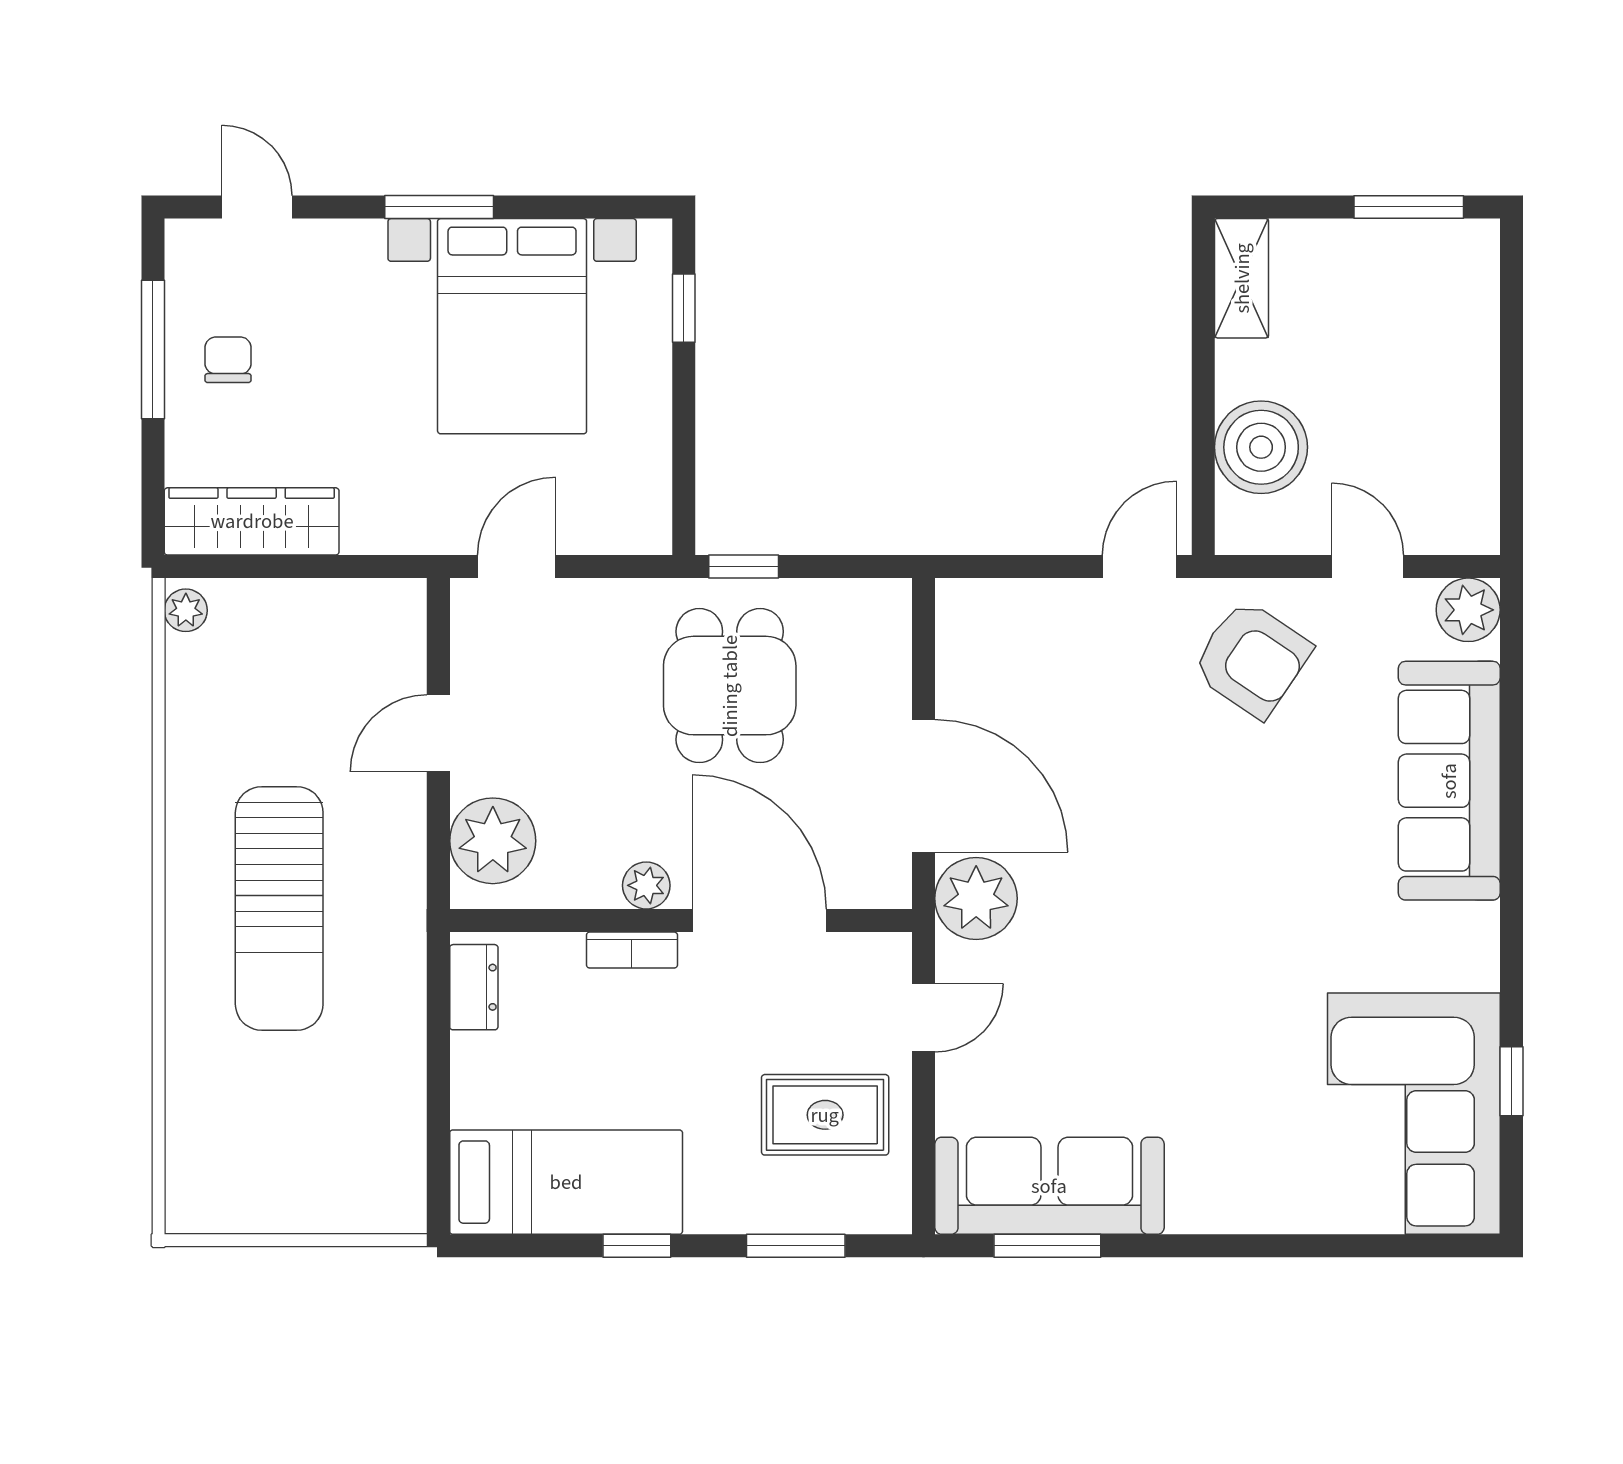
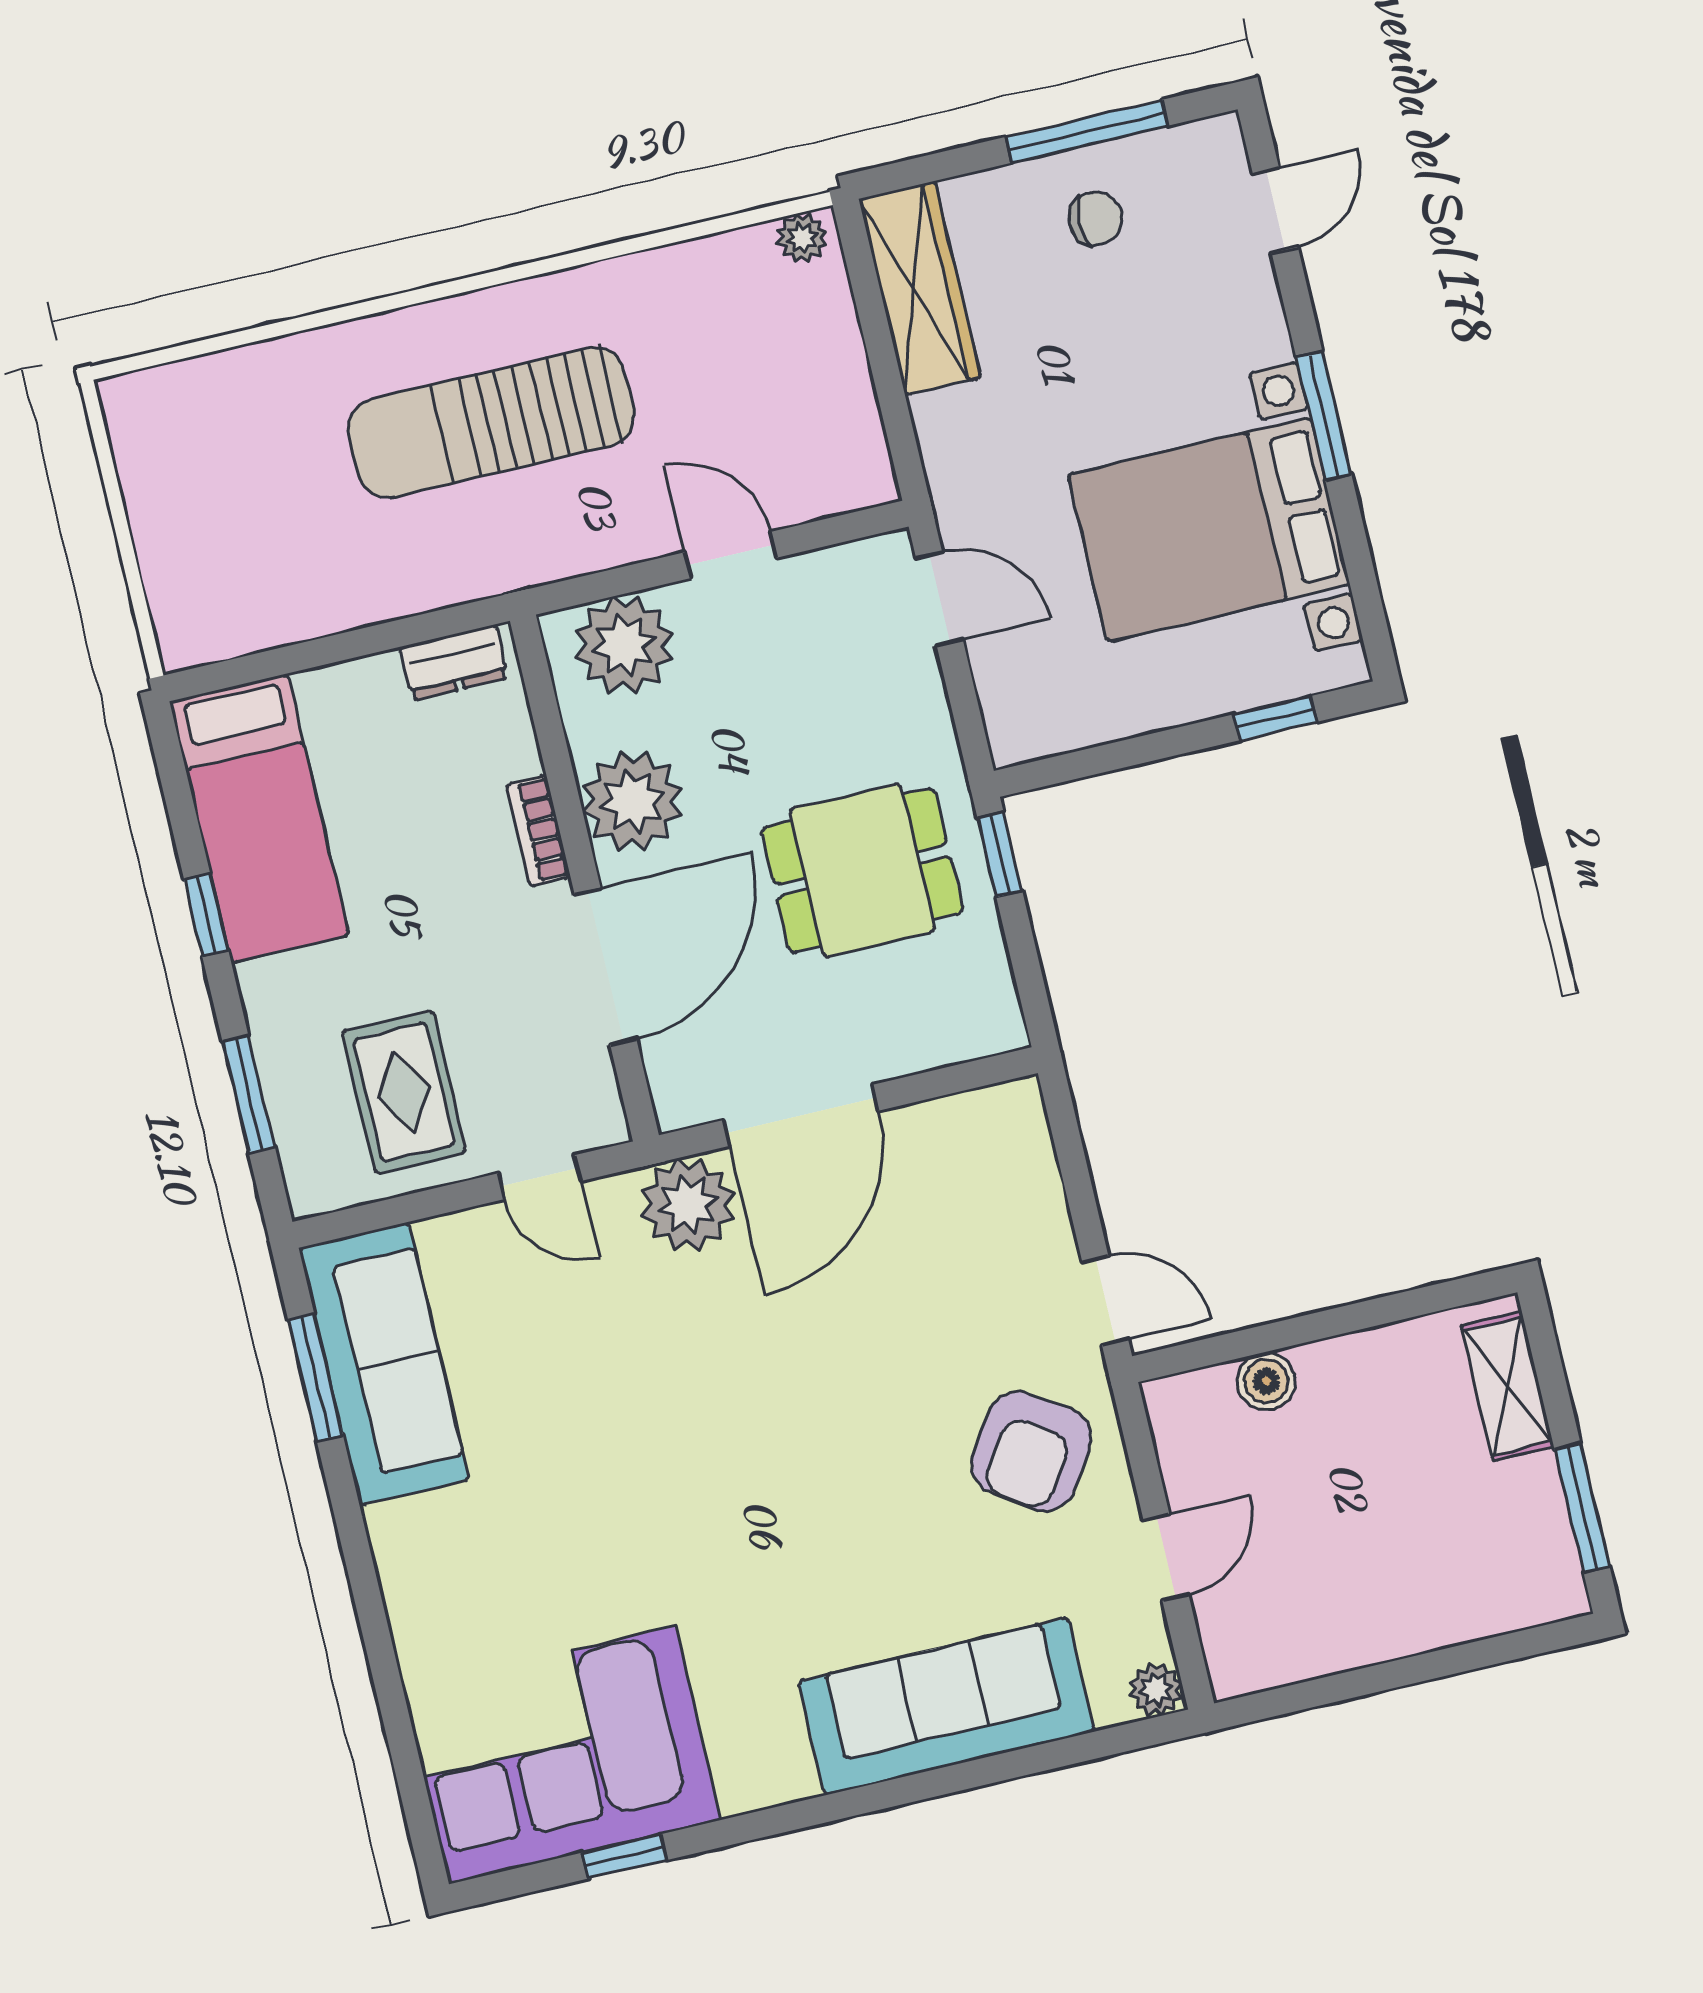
shelving: (1242, 278) -> (1508, 1386), moved, turned 90
boiler: (1261, 447) -> (1266, 1381), width x0.54, depth x0.54
plant: (1468, 610) -> (1156, 1690), width x0.73, depth x0.73
plant: (646, 885) -> (632, 801), width x1.88, depth x1.88

